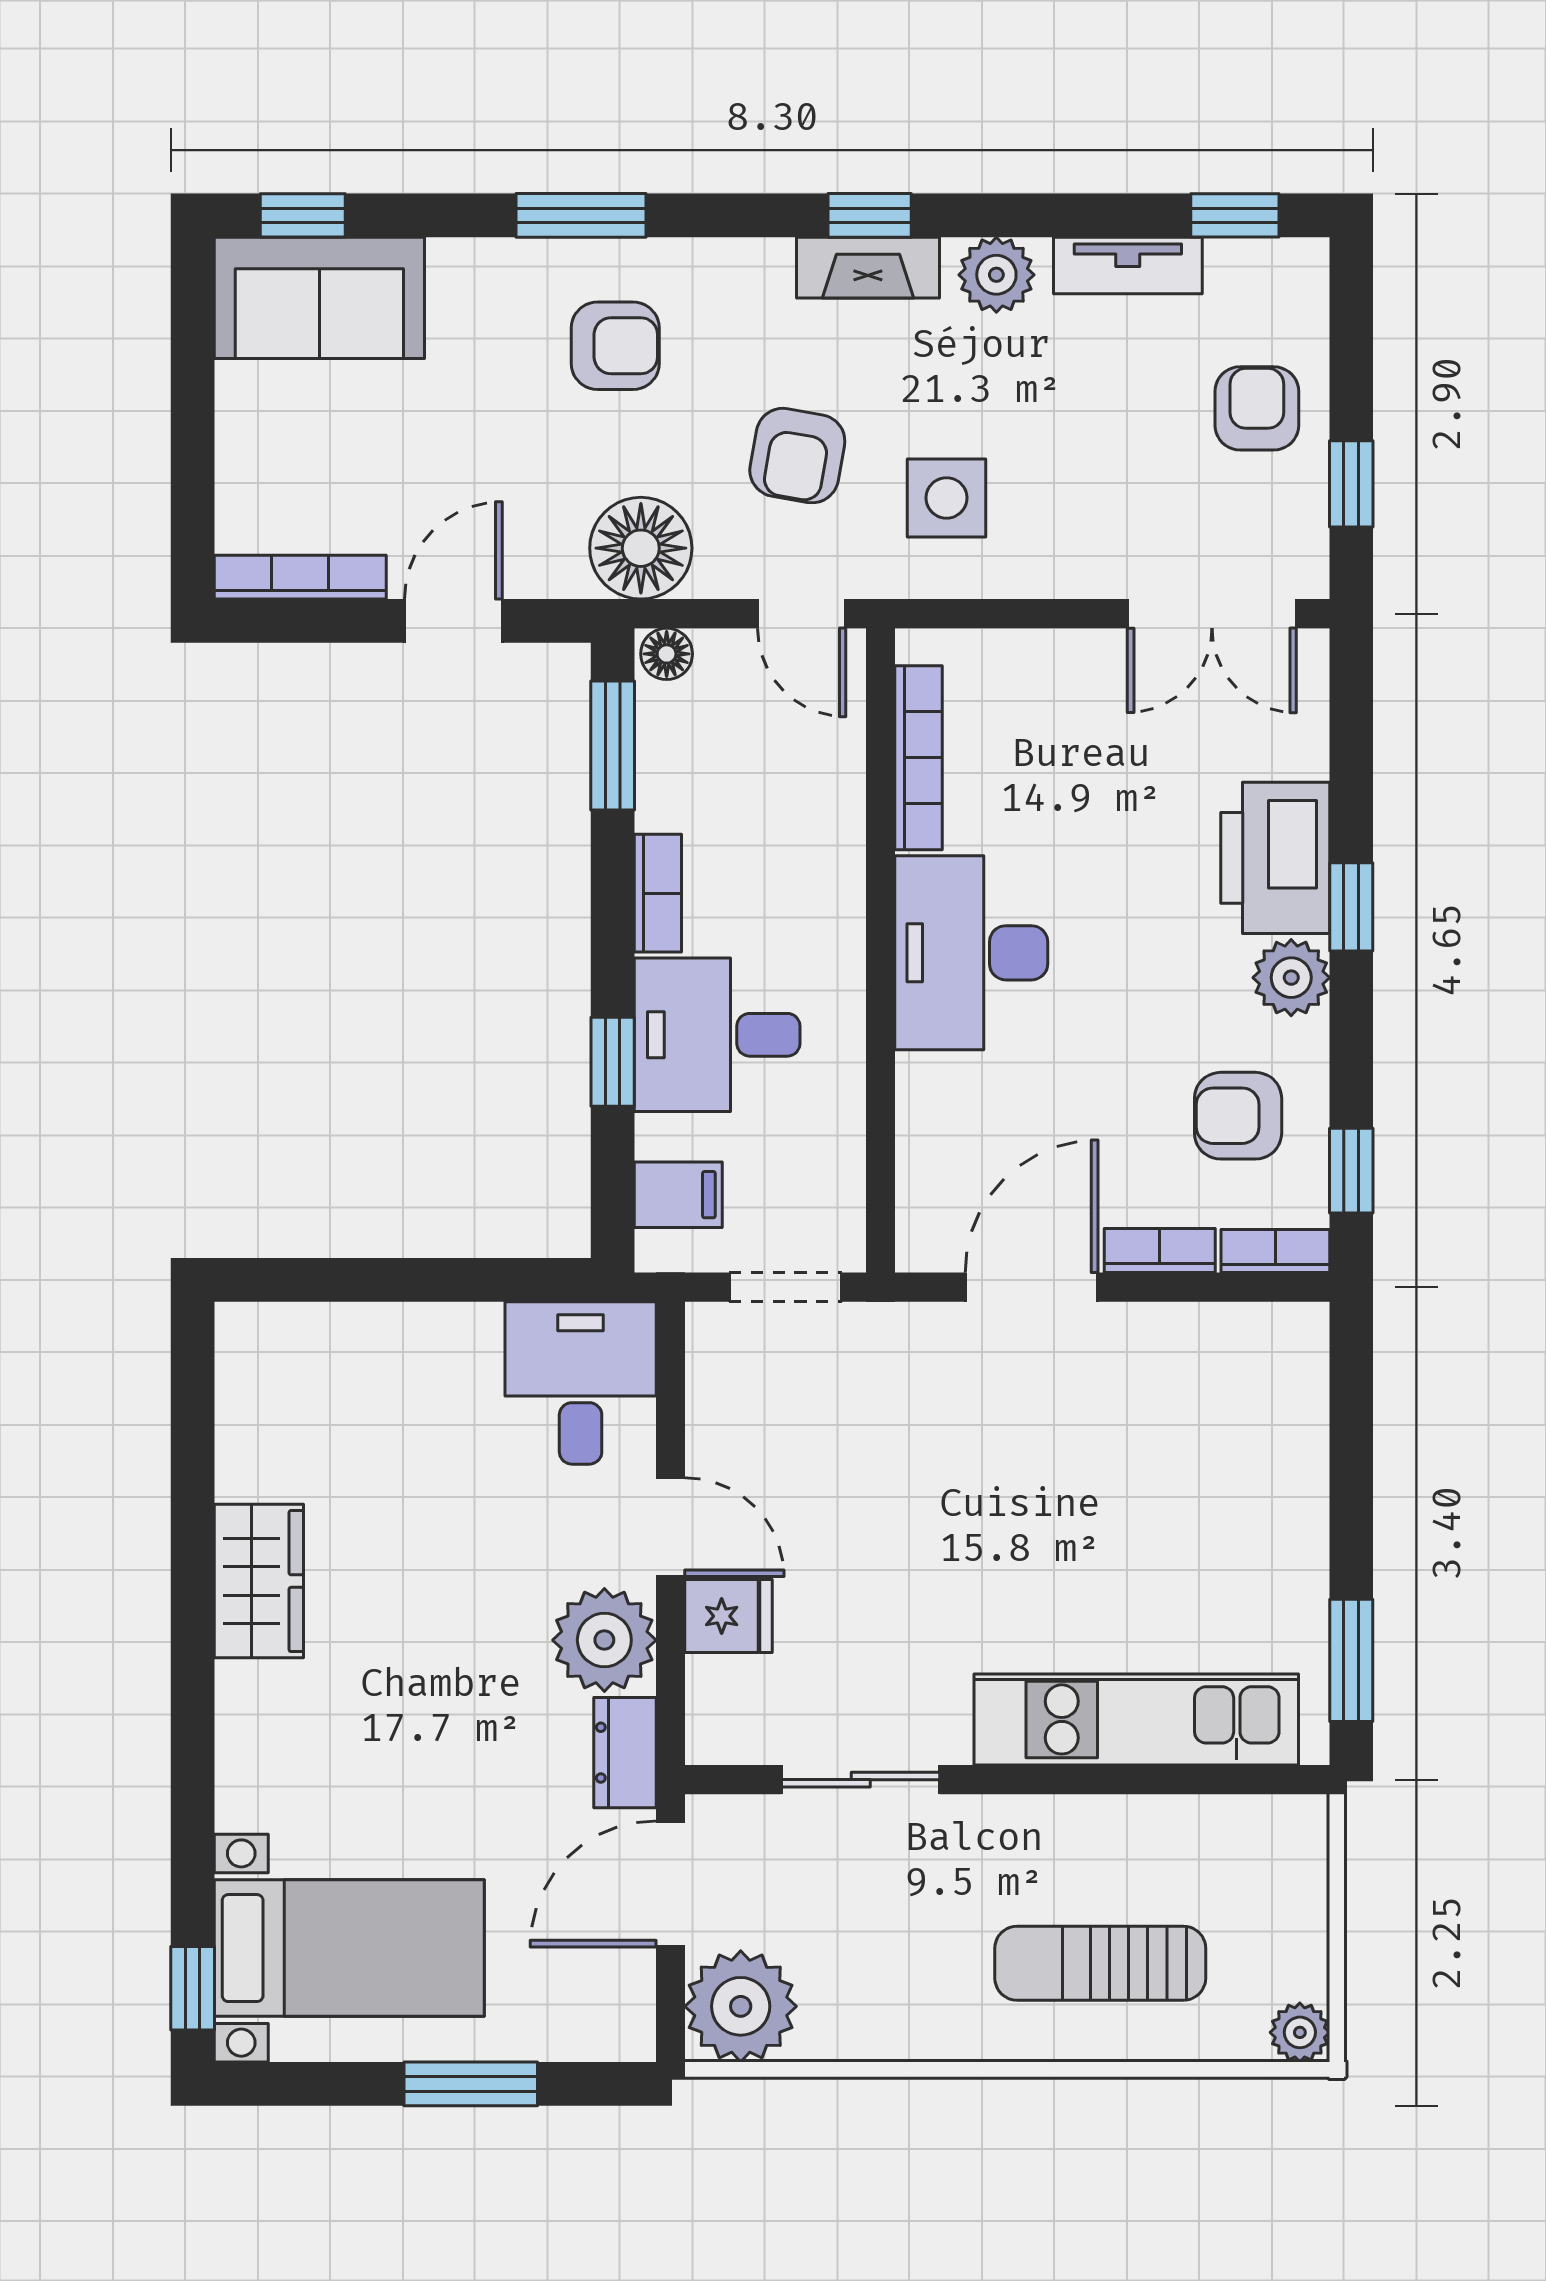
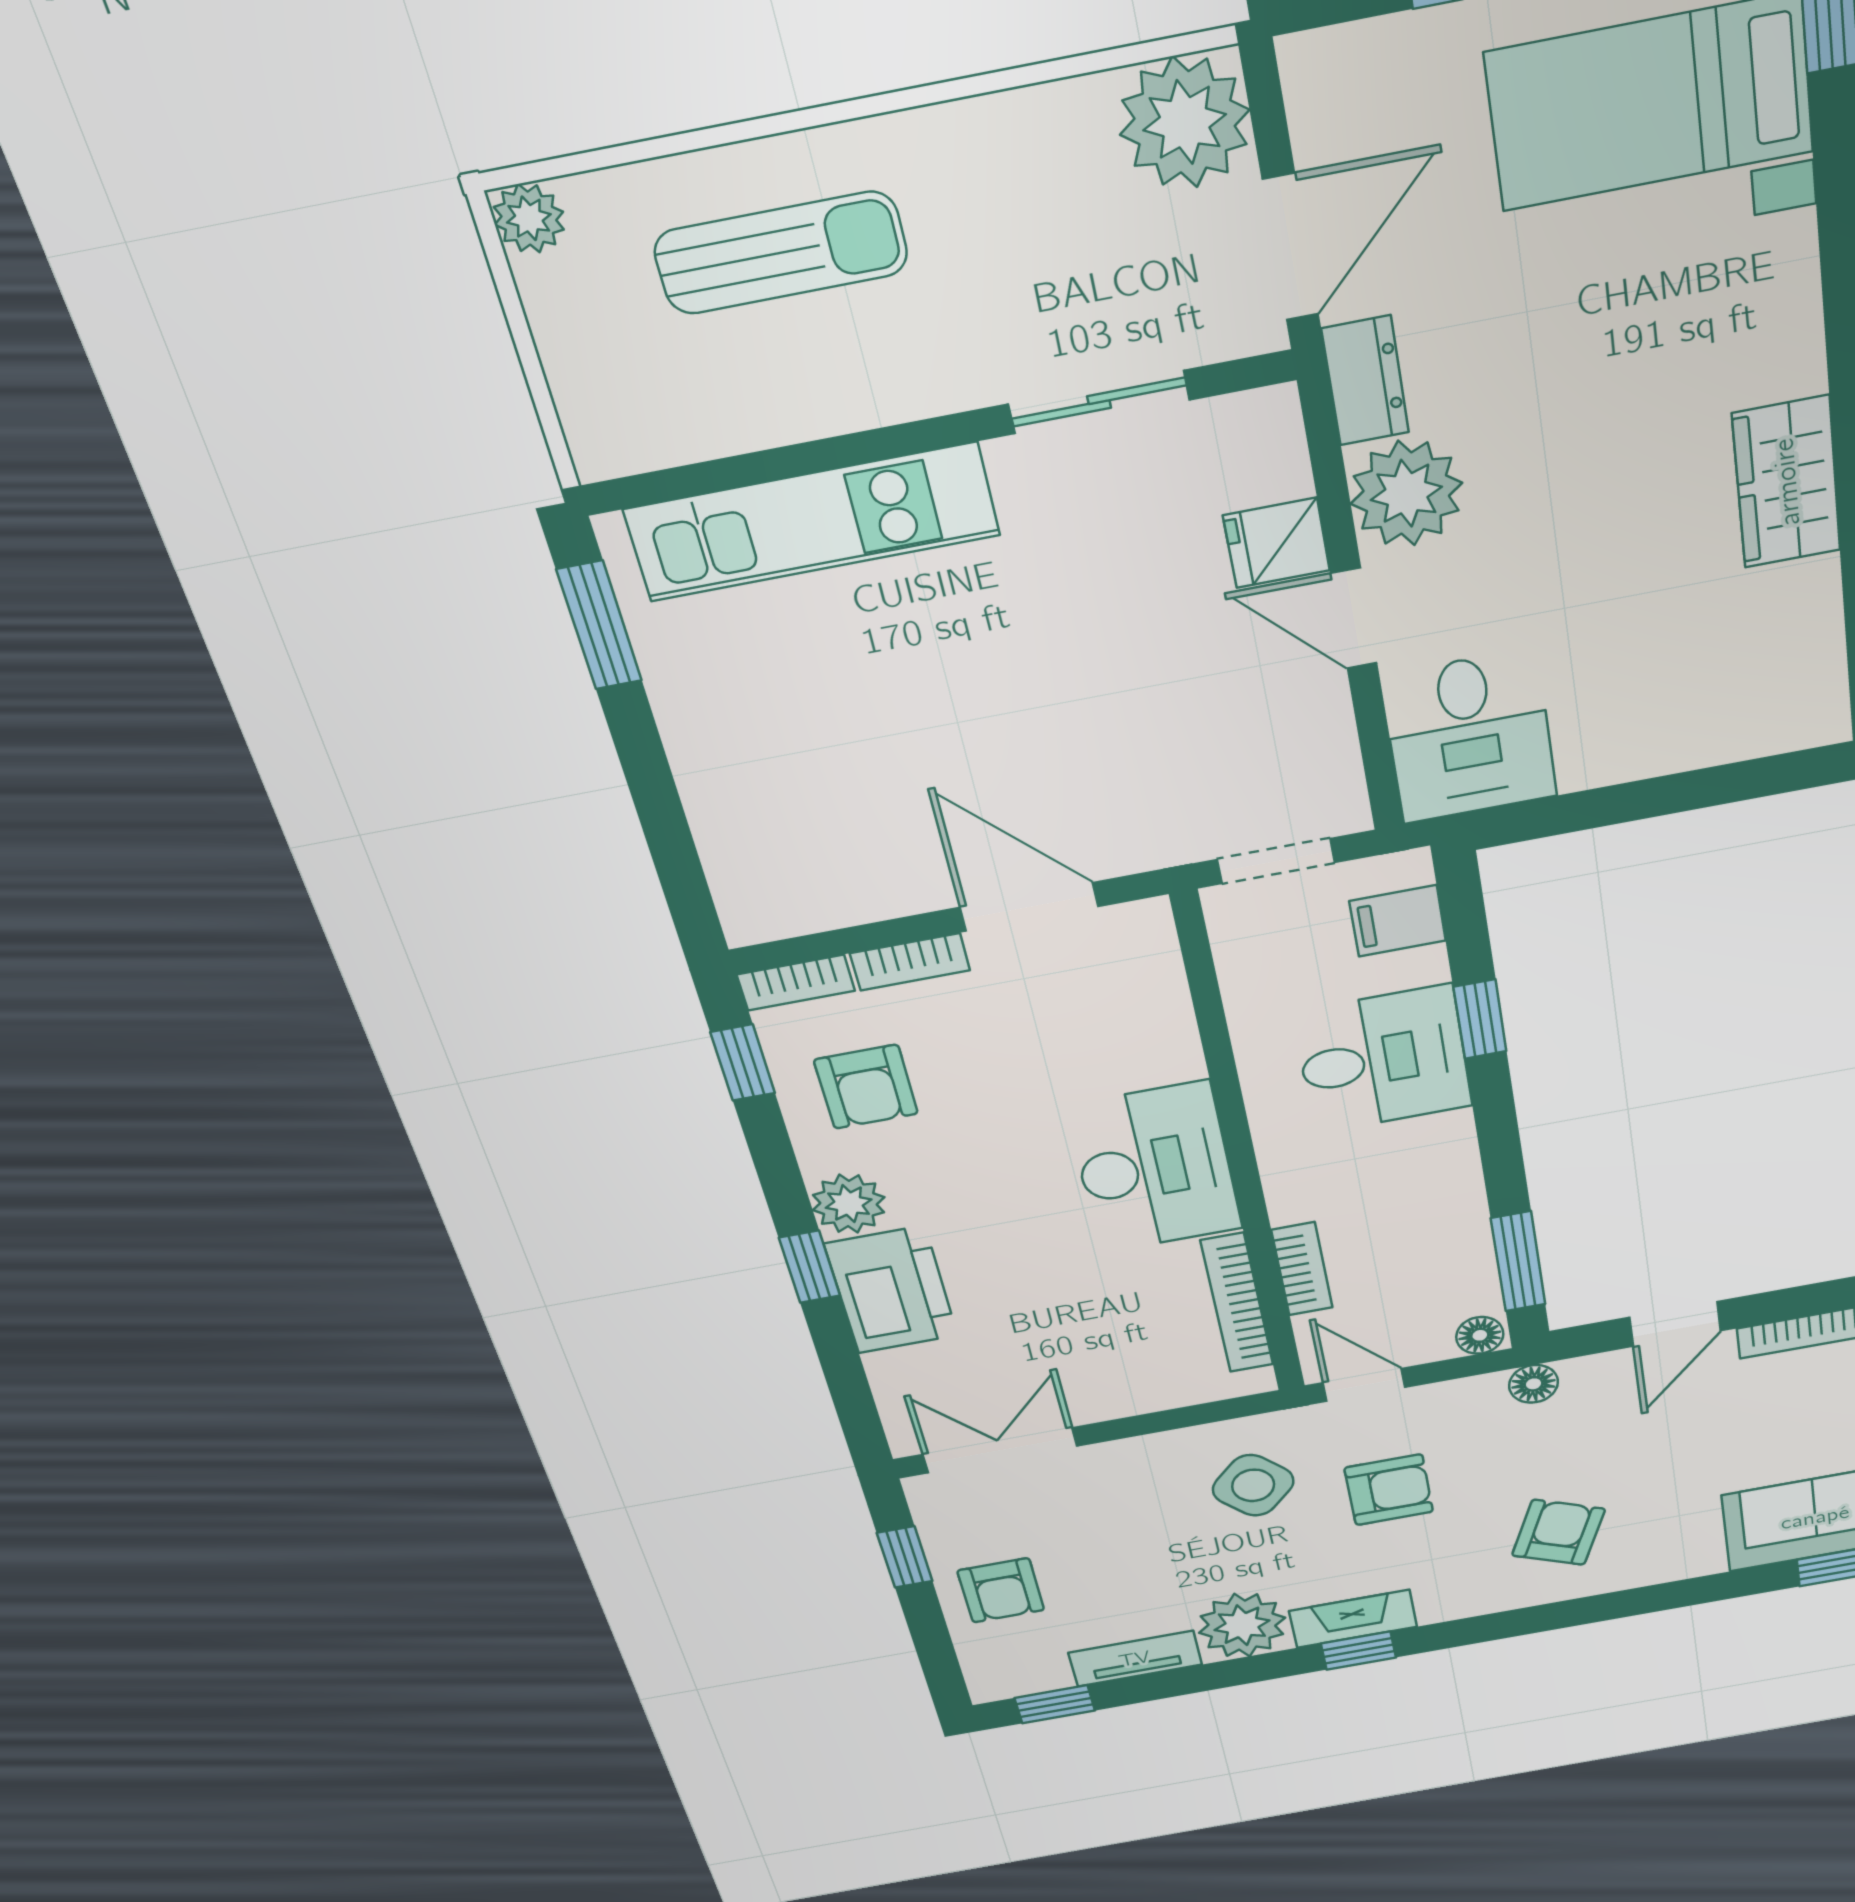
window: (581, 215) -> (1600, 1608), removed
plant: (996, 275) -> (1242, 1625), width x1.36, depth x1.36
armchair: (615, 346) -> (1558, 1532), turned 113
armchair: (797, 456) -> (1389, 1490), turned 80
side table: (946, 498) -> (1253, 1485), turned 45
floor lamp: (641, 548) -> (1534, 1384), width x0.53, depth x0.53
bookcase: (658, 893) -> (1302, 1269), moved, turned 180
armchair: (1238, 1116) -> (866, 1087), turned 90
door: (1032, 1287) -> (1029, 907), swing flipped

